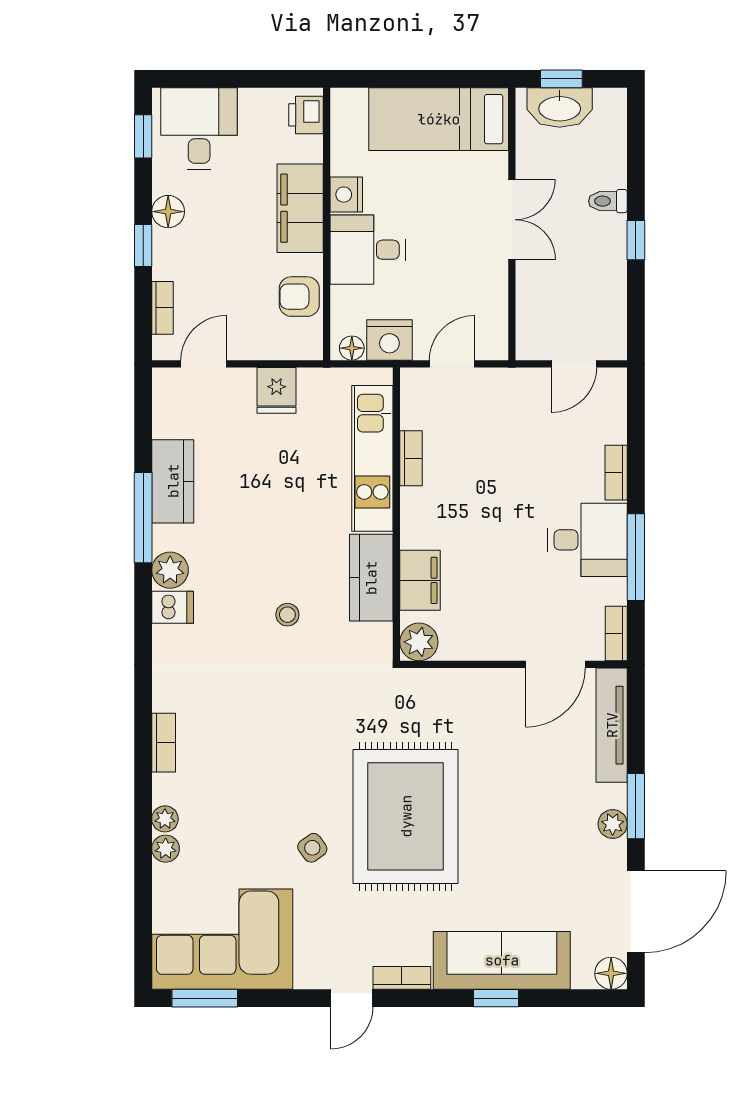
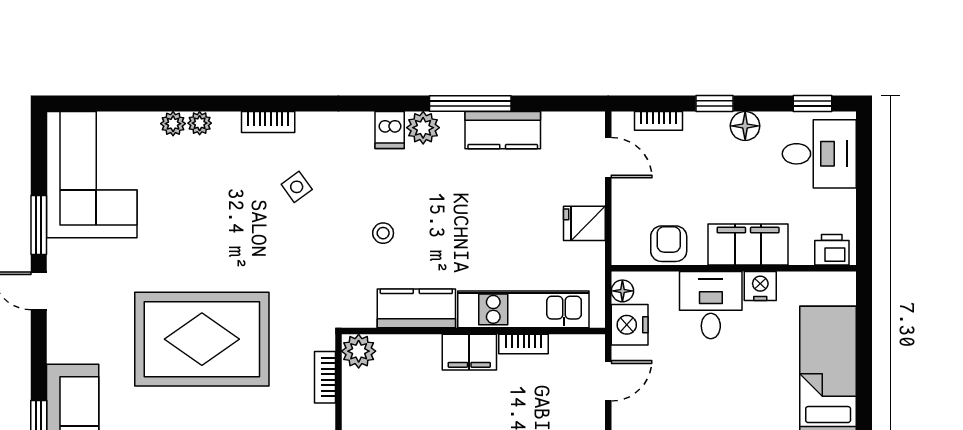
door: (452, 364) -> (608, 381), hinge flipped
filing cabinet: (420, 580) -> (469, 352), moved
side table: (312, 848) -> (297, 187), moved
bookcase: (402, 978) -> (325, 377), moved, turned 180
window: (205, 998) -> (39, 225), moved

